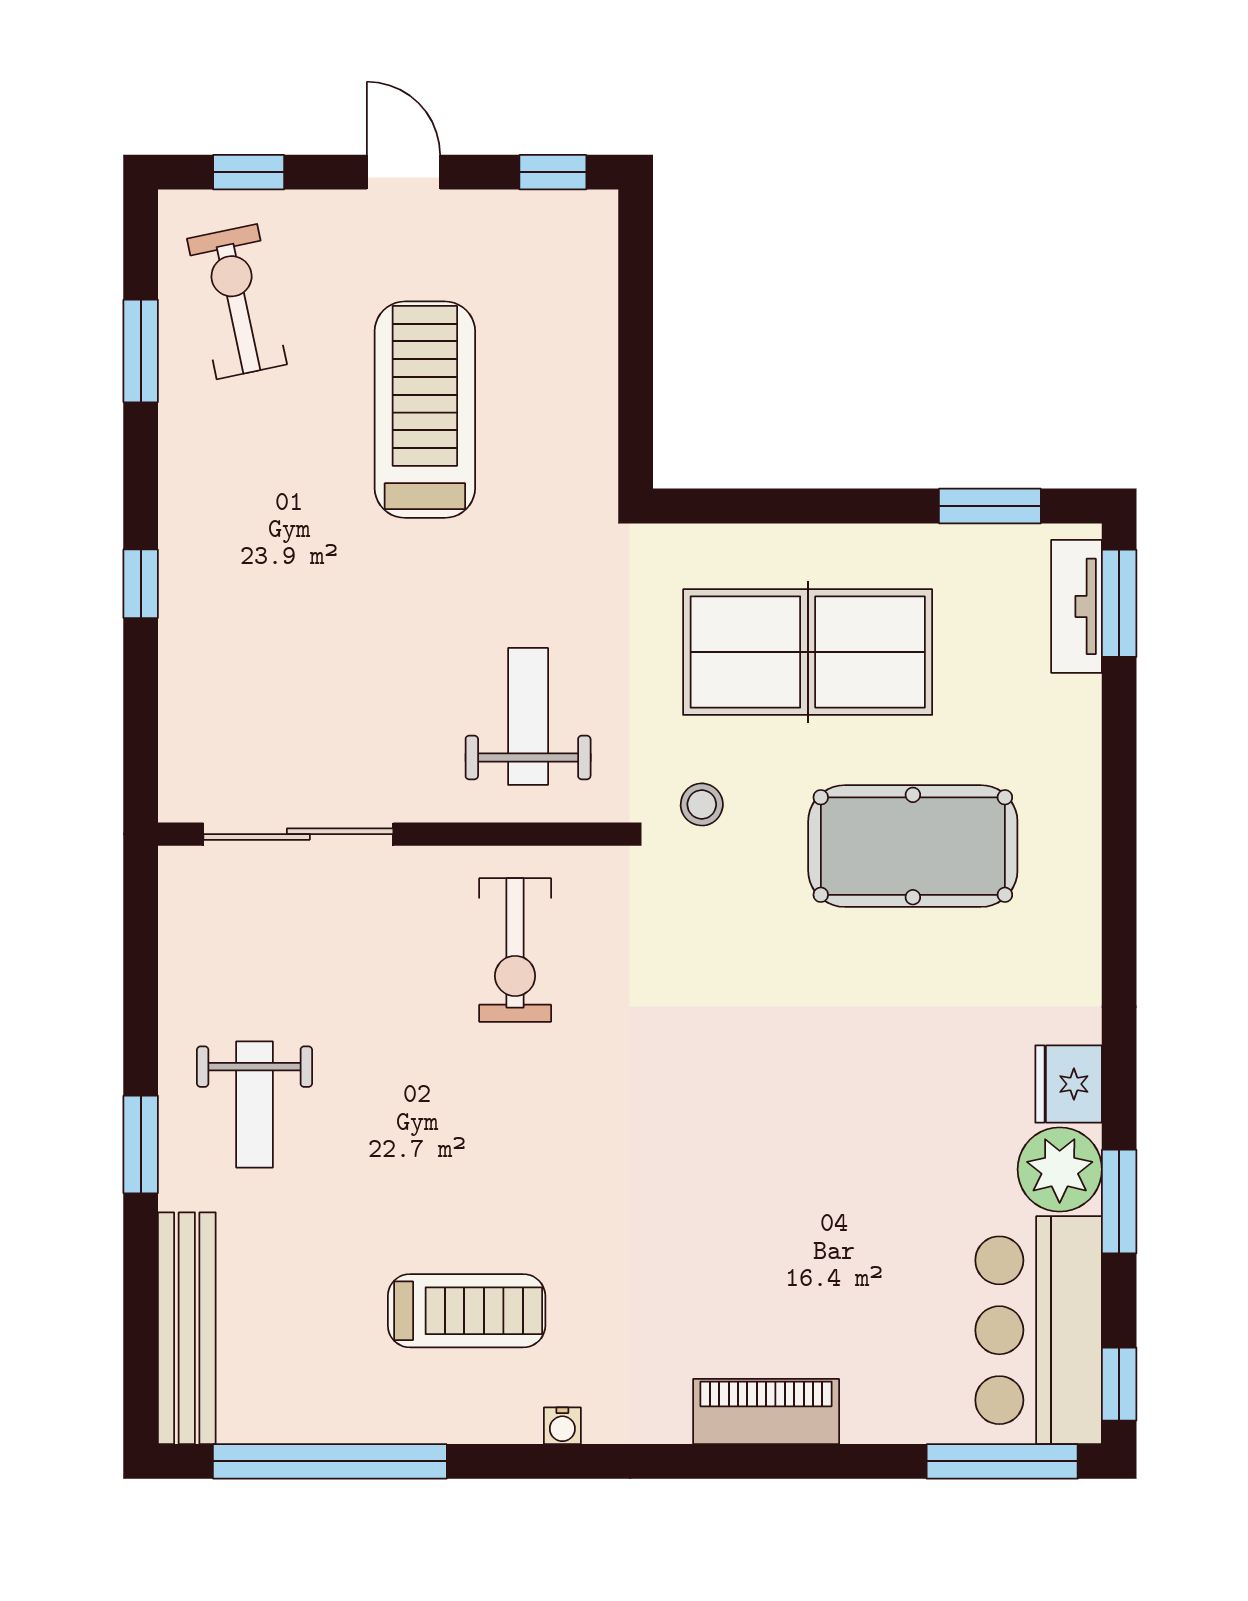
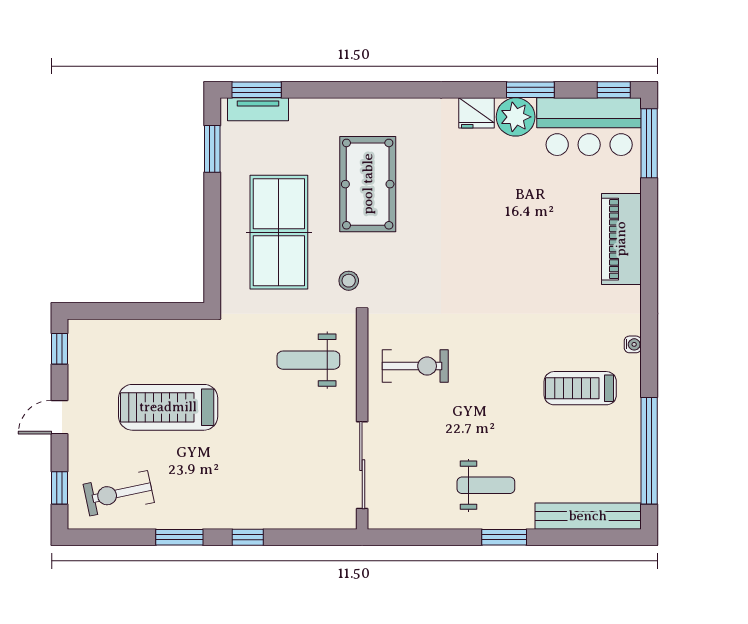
window: (141, 351) -> (179, 537), moved
treadmill: (467, 1311) -> (580, 388), turned -90
piano: (766, 1412) -> (621, 239), width x1.37, depth x1.33

